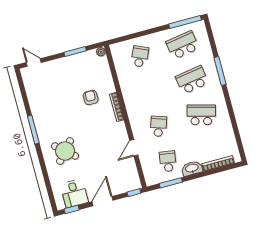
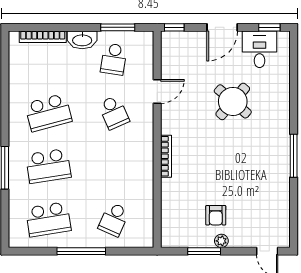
window: (185, 22) -> (81, 251), moved
plant: (101, 52) -> (221, 241), moved
armchair: (91, 98) -> (216, 215), moved
school desk: (201, 115) -> (48, 113), turned -30
school desk: (159, 126) -> (114, 113), turned -42
round table: (65, 151) -> (233, 101), moved

